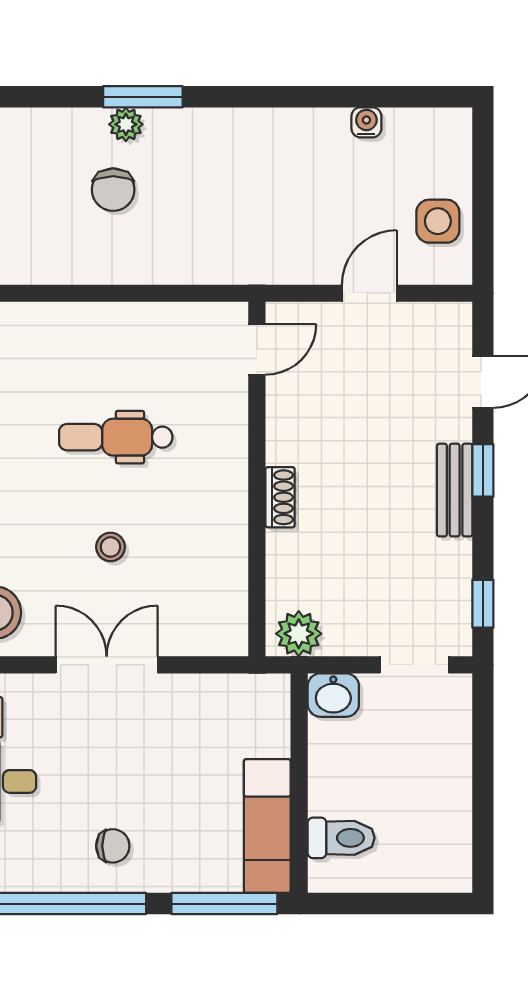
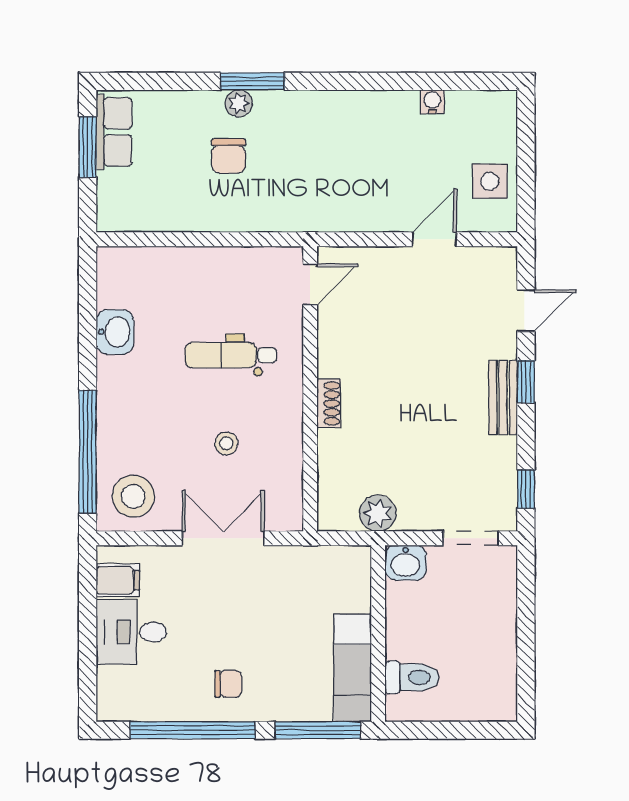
door: (257, 349) -> (310, 284), moved
wall: (257, 479) -> (310, 389), moved
shoe rack: (280, 497) -> (329, 403), moved

